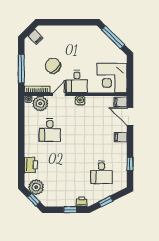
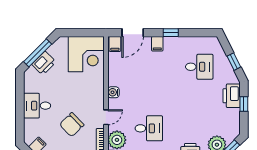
printer: (104, 42) -> (44, 63), added
desk: (77, 81) -> (37, 106), moved, turned 180
door: (59, 94) -> (106, 117), swing flipped
window: (130, 164) -> (171, 33), moved
printer: (82, 202) -> (232, 96), width x1.87, depth x1.48

